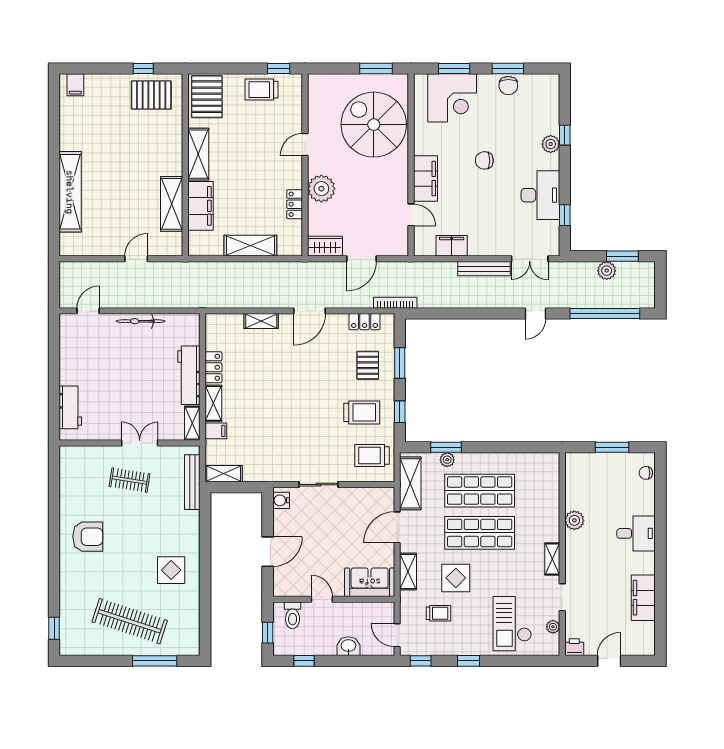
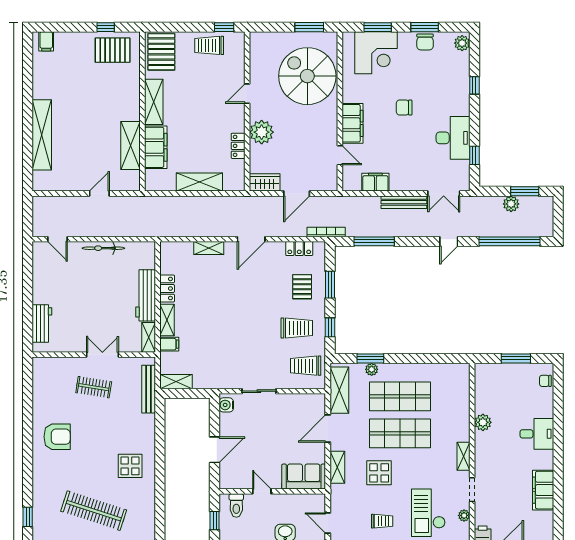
plant: (551, 144) -> (462, 43), moved
door: (88, 311) -> (57, 239), swing flipped
window: (450, 313) -> (374, 241), added
trolley: (438, 613) -> (382, 521), moved

